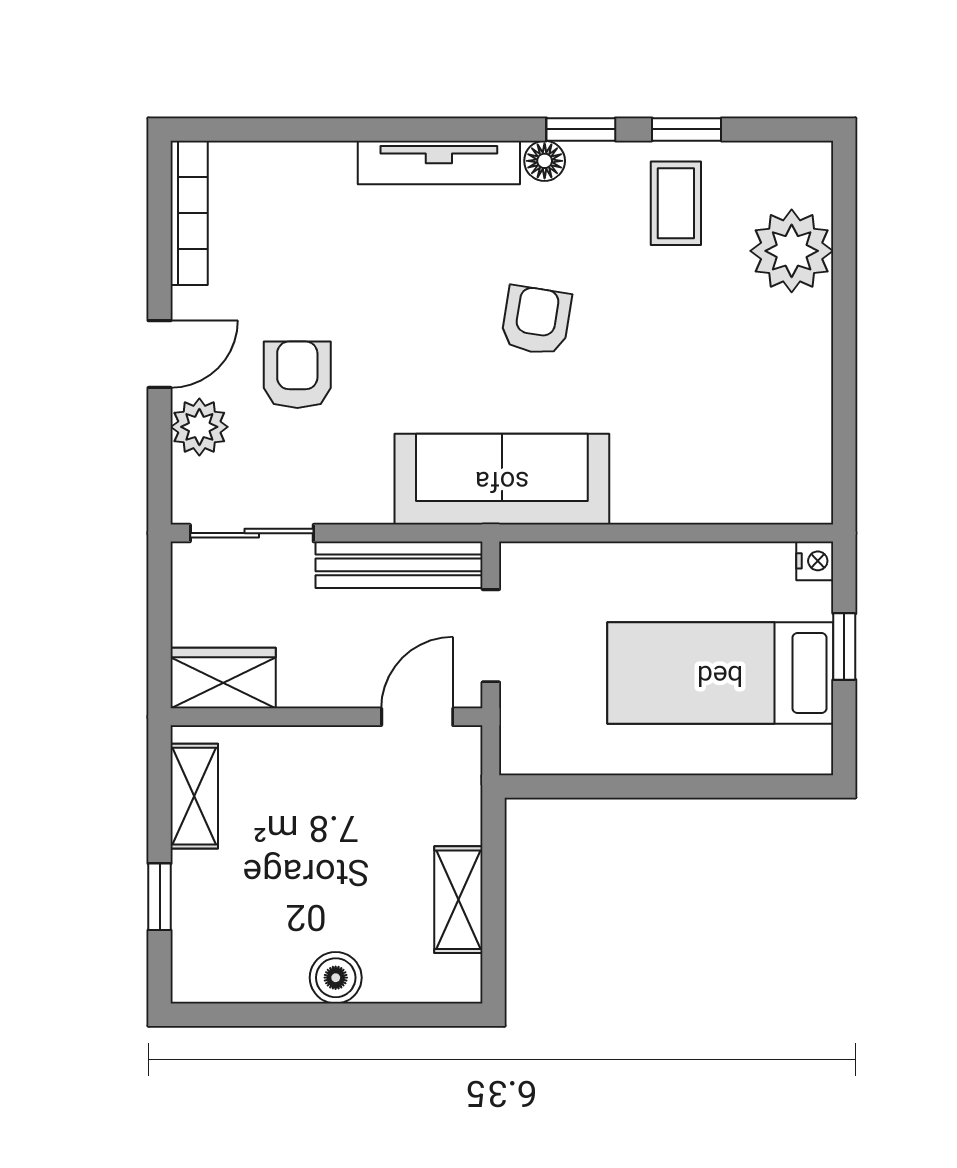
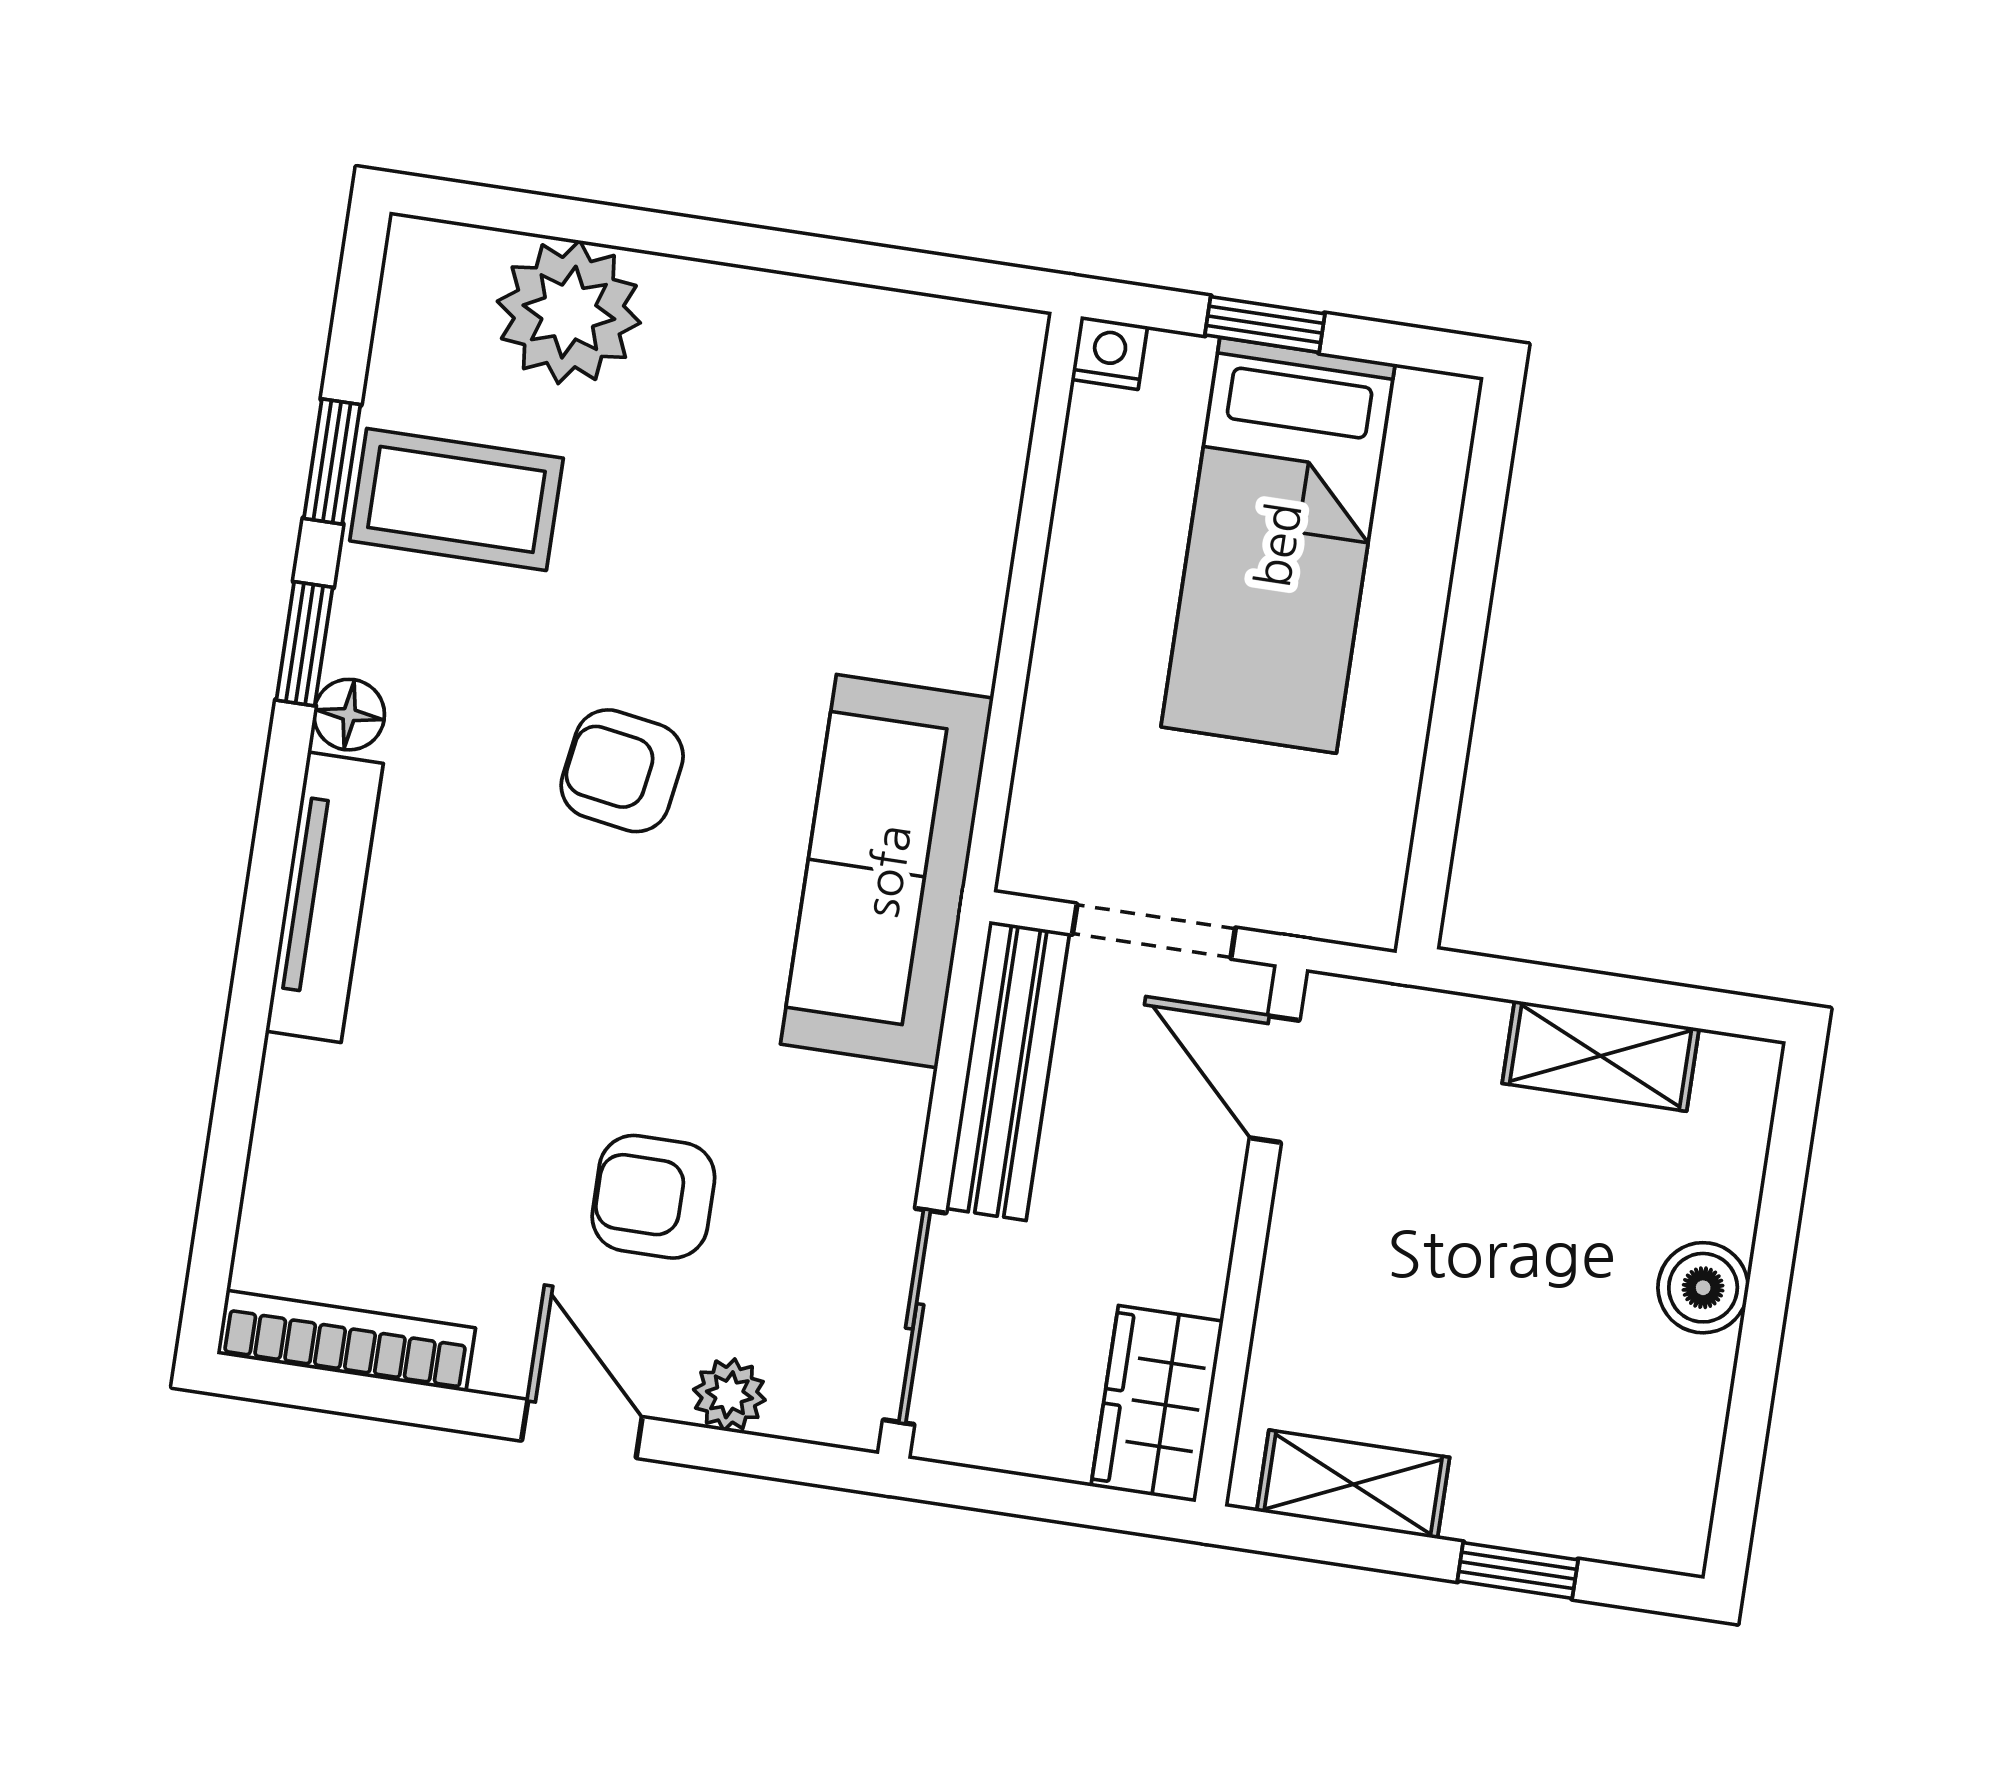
coffee table: (676, 203) -> (457, 499), width x1.36, depth x1.30
plant: (199, 427) -> (729, 1395), width x0.73, depth x0.73

